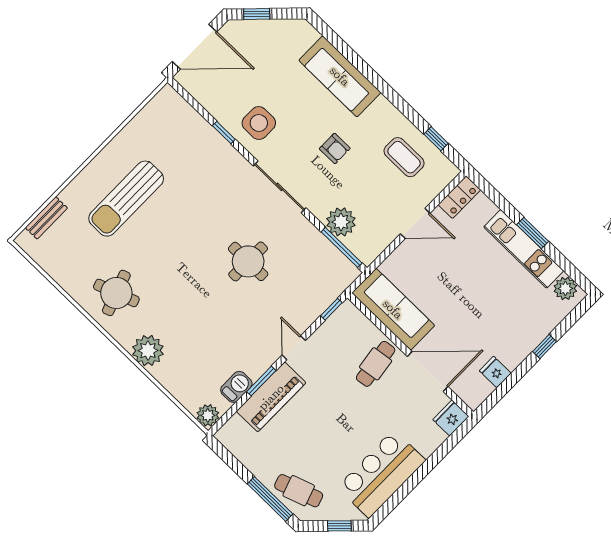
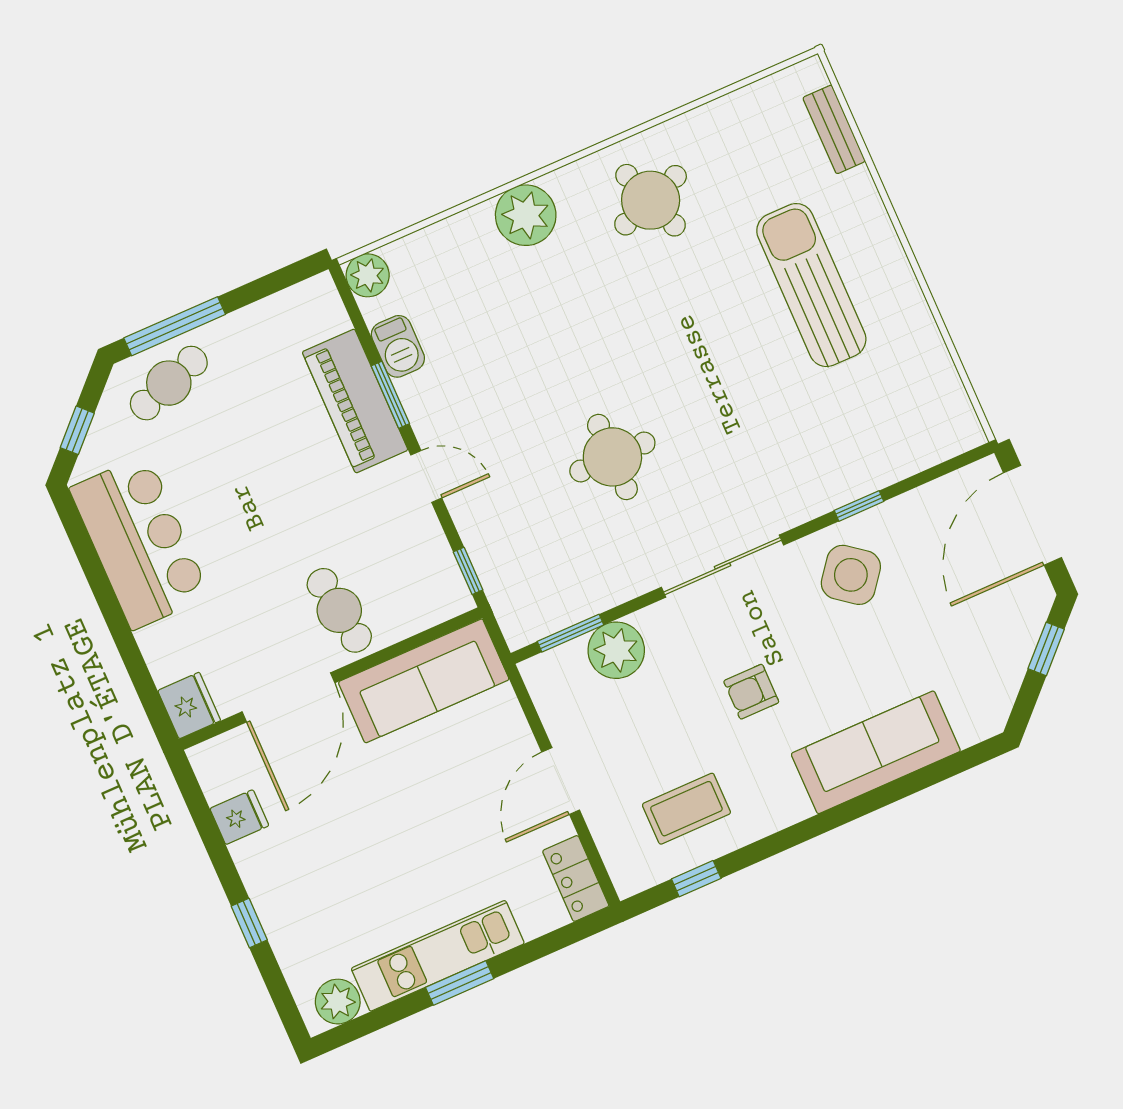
side table: (259, 123) -> (851, 575), turned 38
window: (342, 247) -> (570, 633), width x0.69

